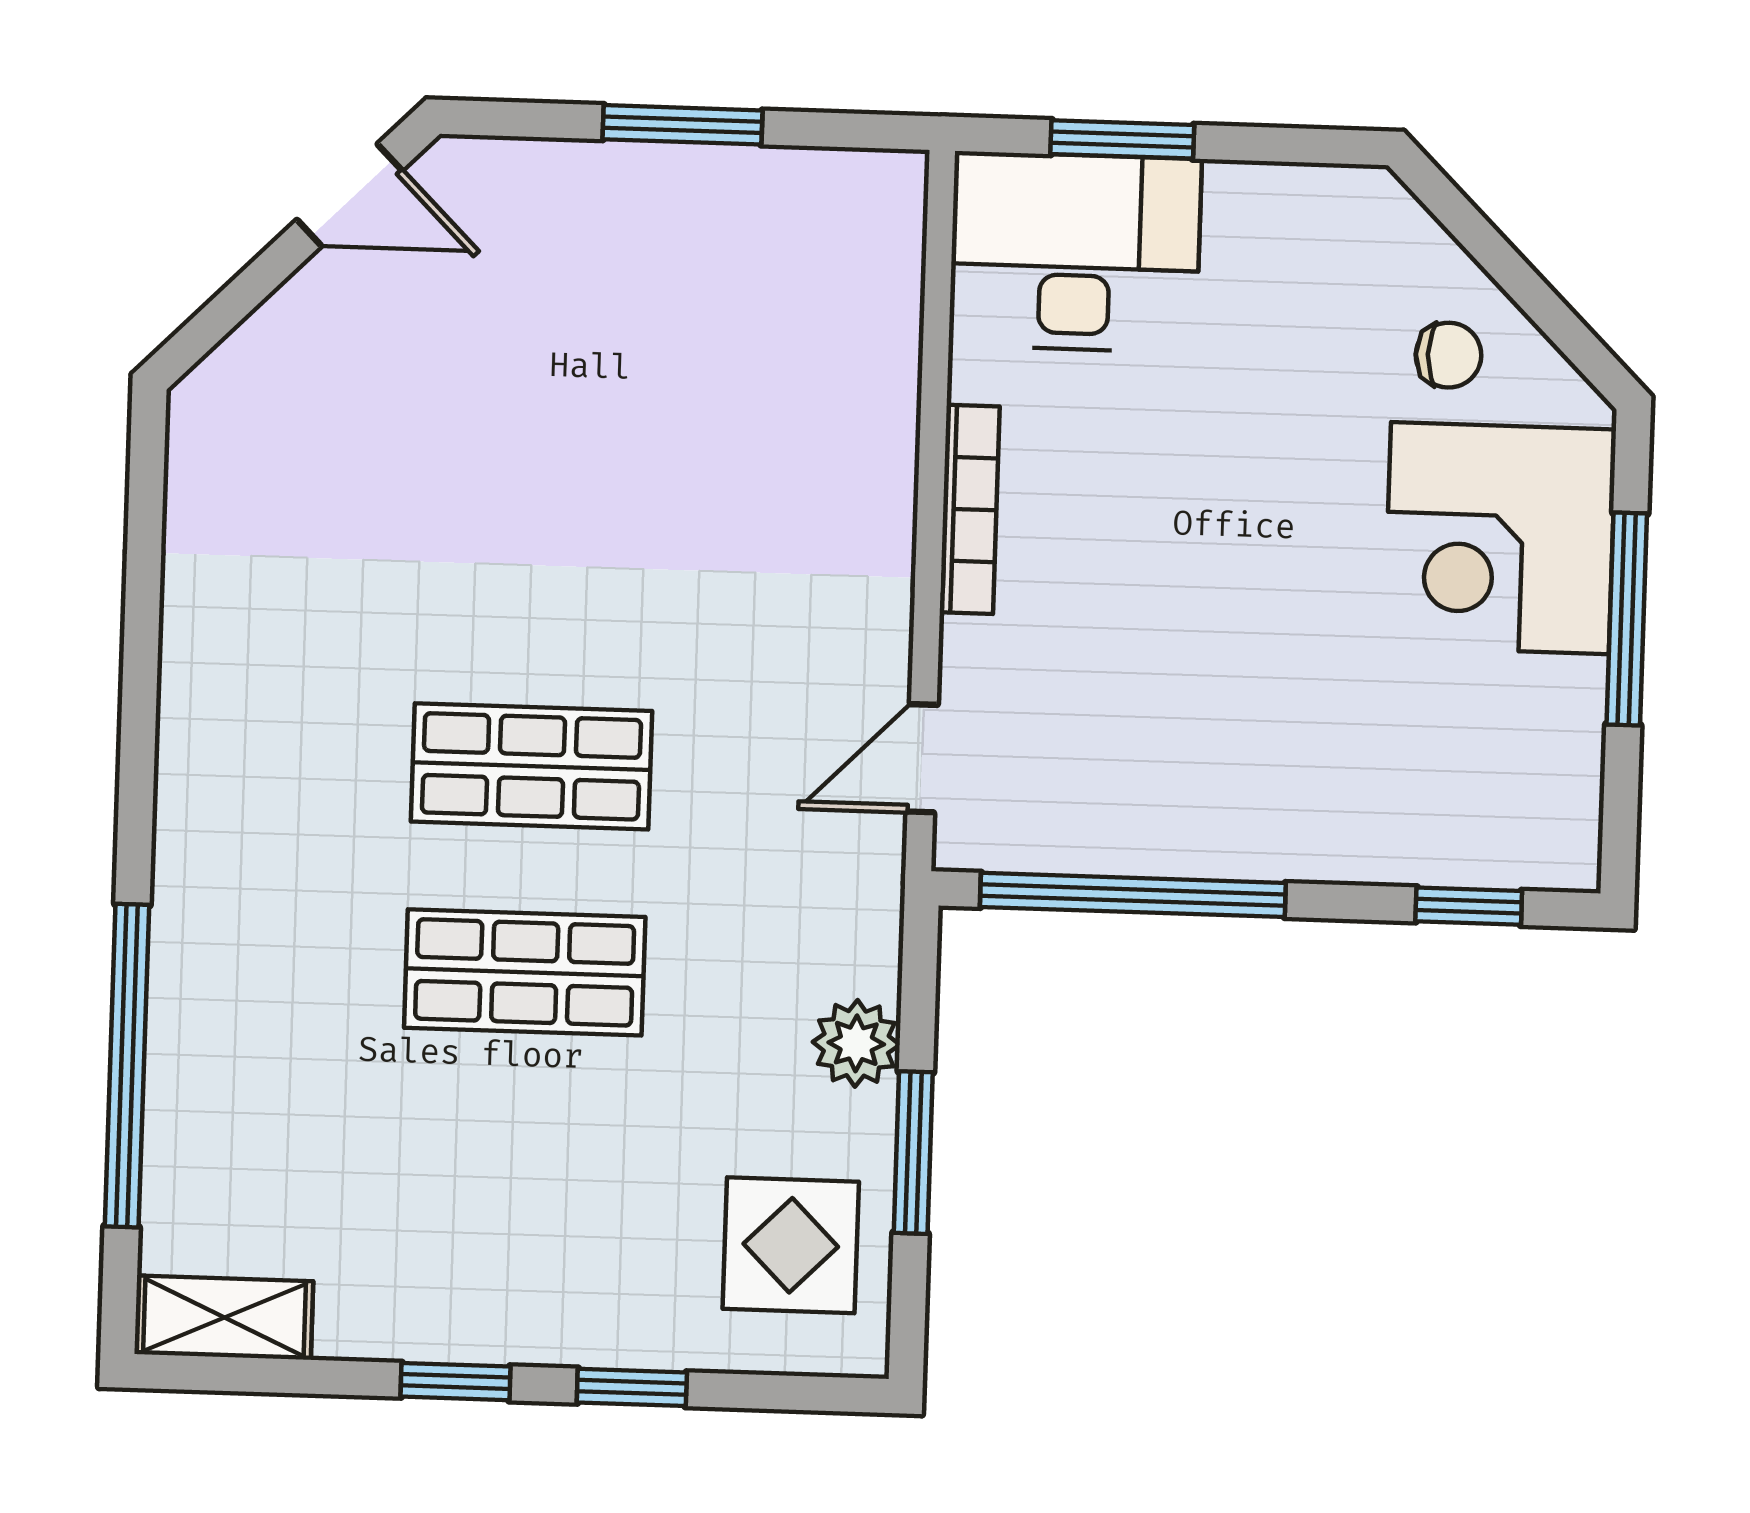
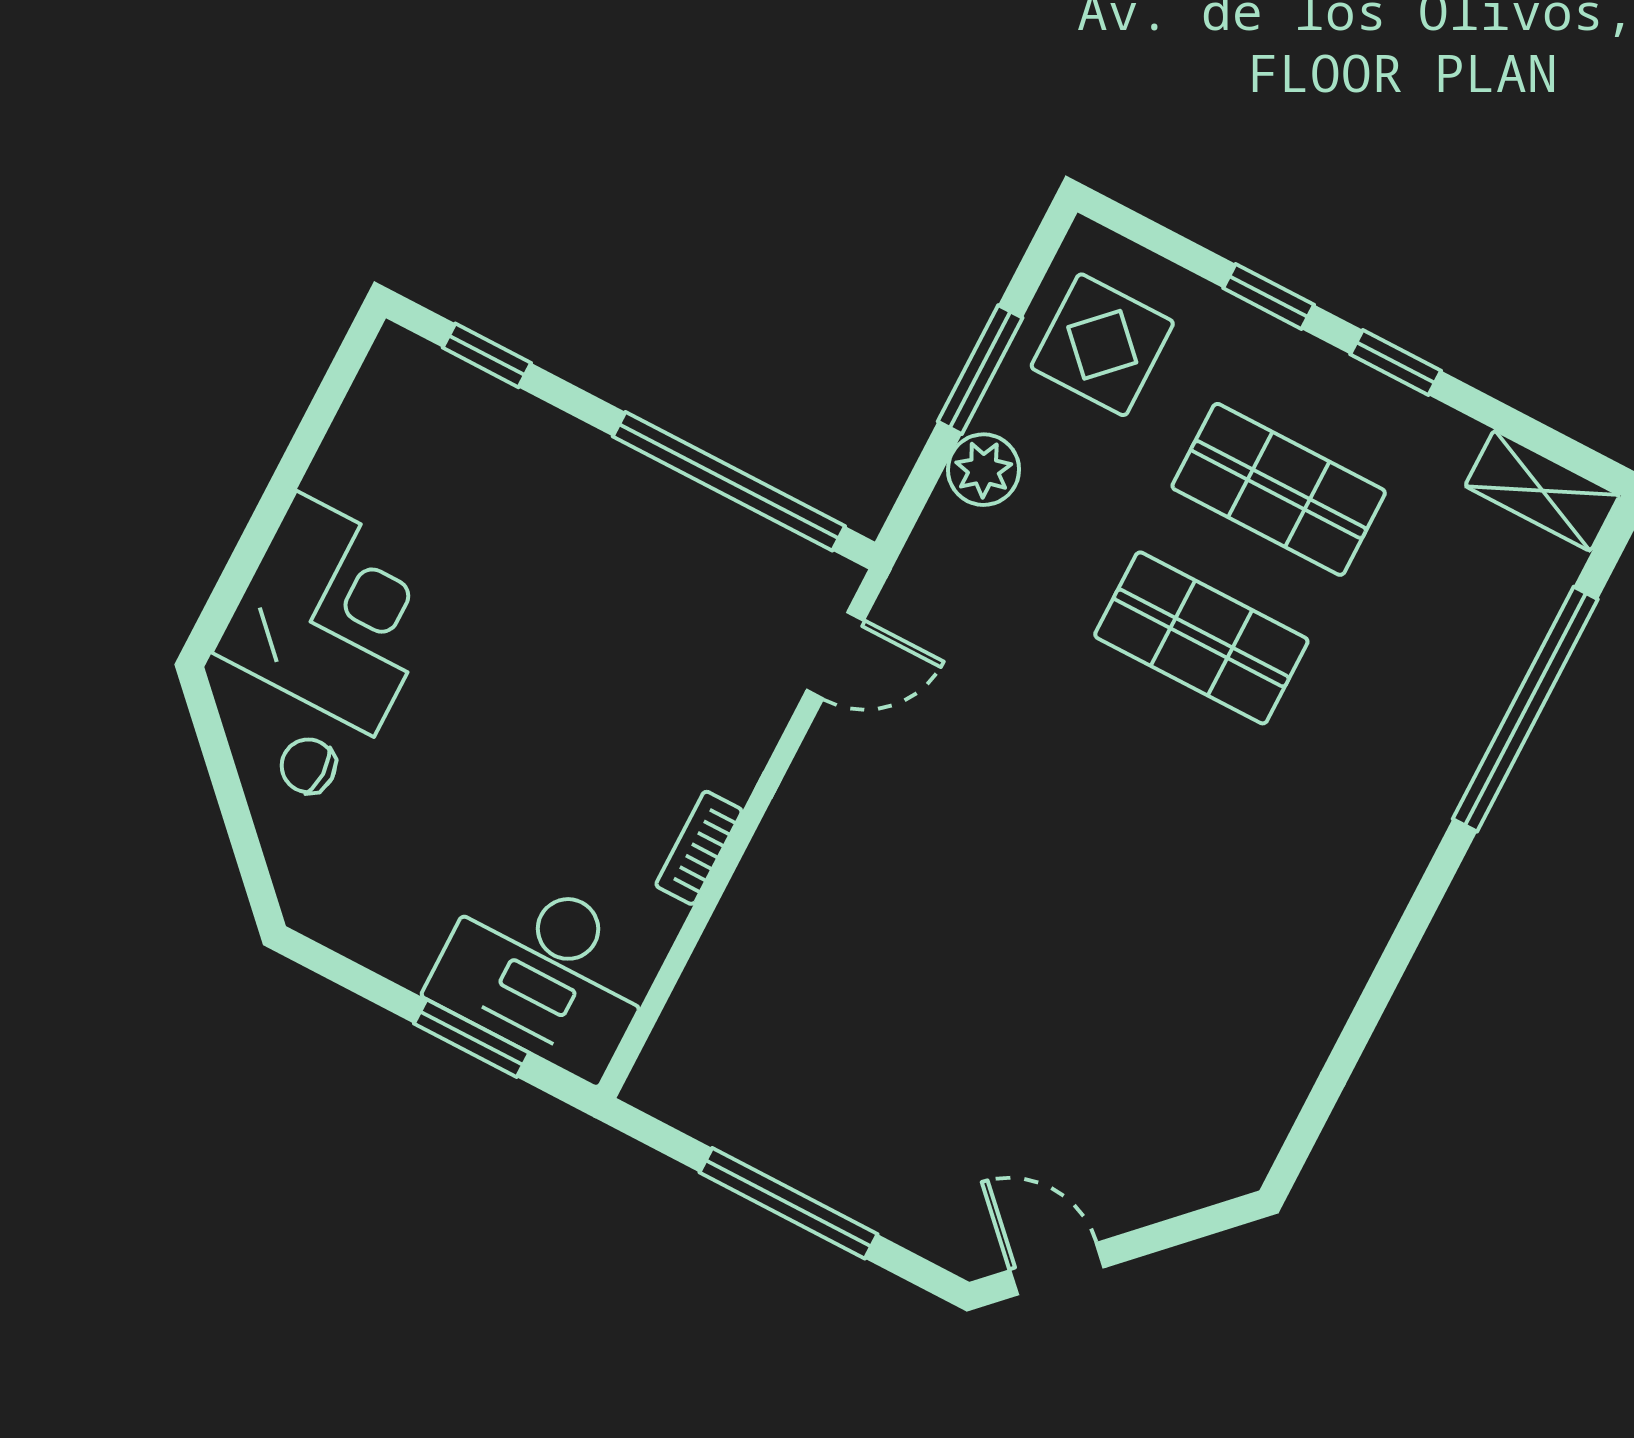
window: (682, 125) -> (788, 1203), width x1.44
bookcase: (970, 509) -> (699, 848), width x0.64
window: (1627, 619) -> (270, 510), removed
shop shelf: (531, 766) -> (1279, 489), moved

